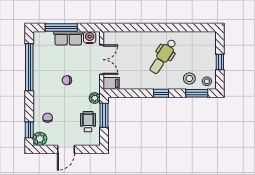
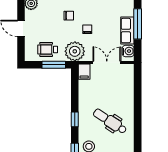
double door: (102, 60) -> (107, 63), swing flipped
plant: (95, 98) -> (75, 51), width x1.87, depth x1.87
chair: (48, 118) -> (69, 16), moved
wheelchair: (88, 122) -> (48, 49), turned 180

